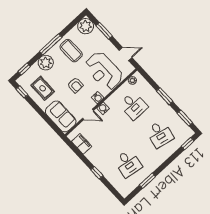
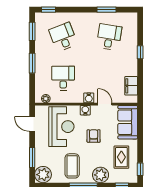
desk: (160, 134) -> (63, 37), turned -33

